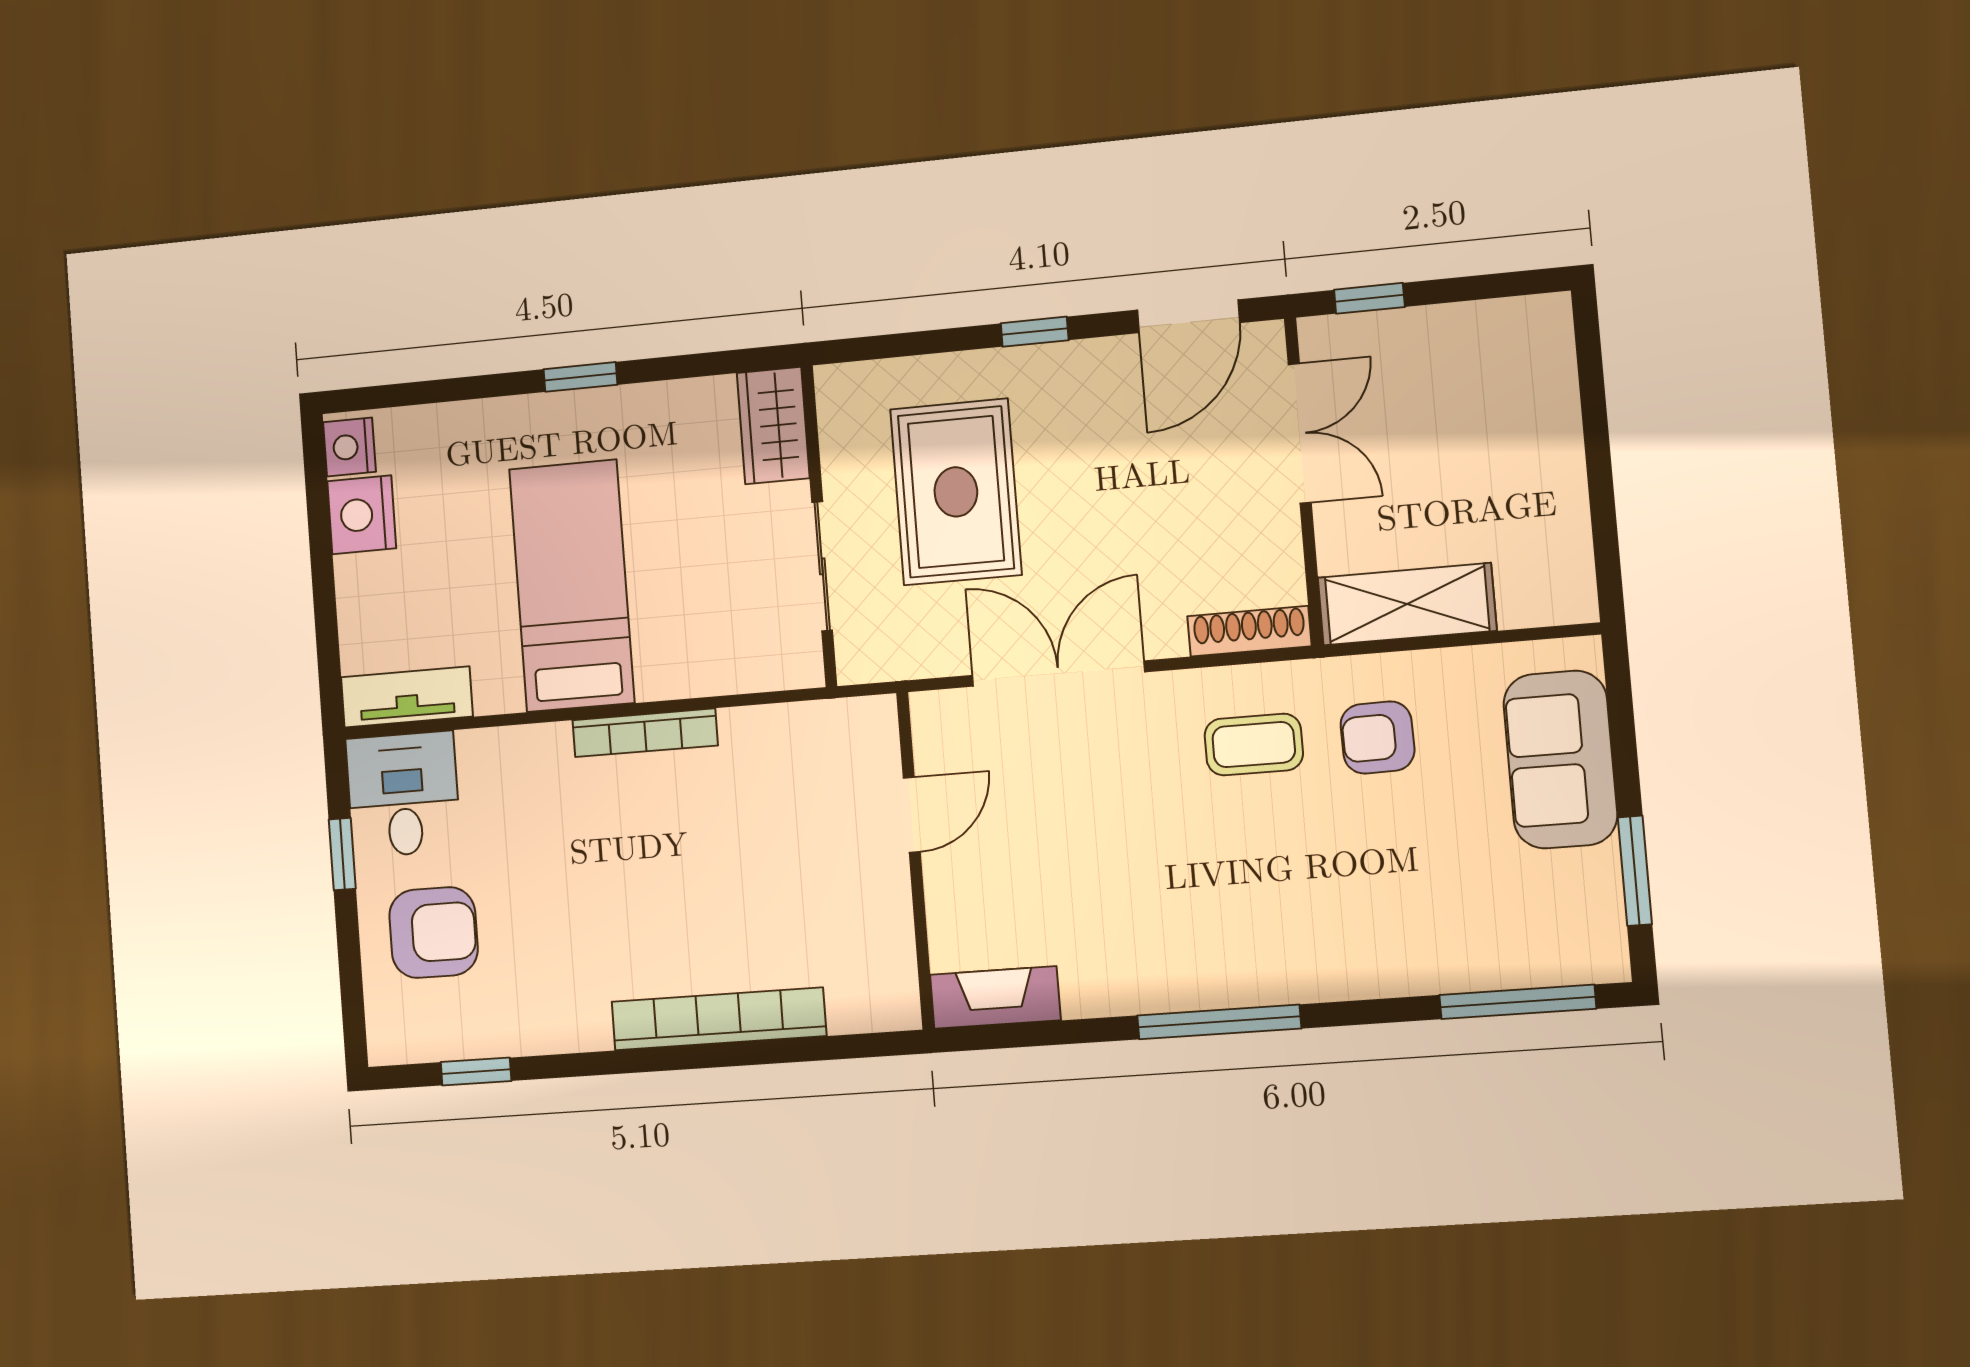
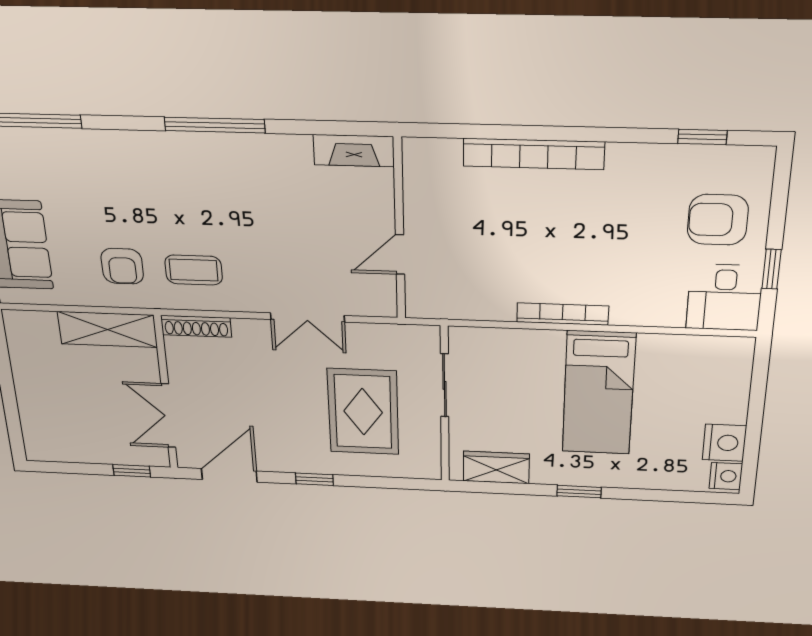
wardrobe: (773, 426) -> (496, 467), moved, turned -90
double door: (1058, 674) -> (307, 317), width x0.73
tv unit: (407, 697) -> (713, 349), removed
armchair: (1377, 738) -> (122, 266), turned 91

